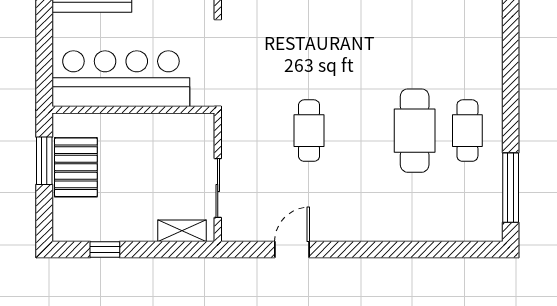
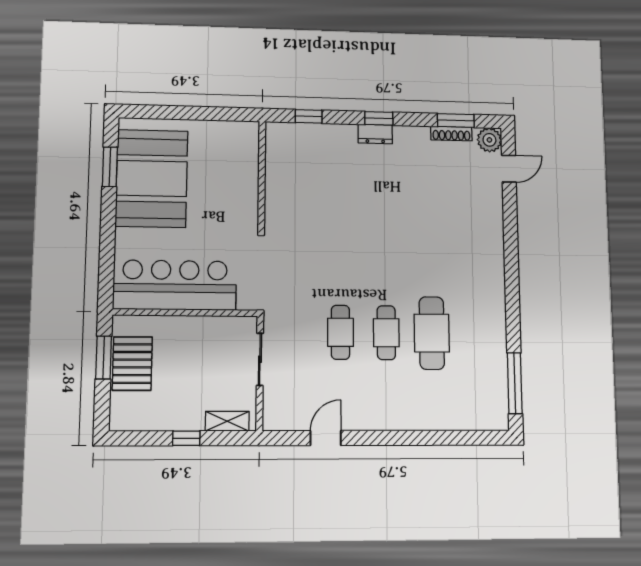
cafe table: (467, 131) -> (386, 333), moved
sliding door: (218, 188) -> (260, 359), moved
window: (105, 250) -> (186, 438), moved

